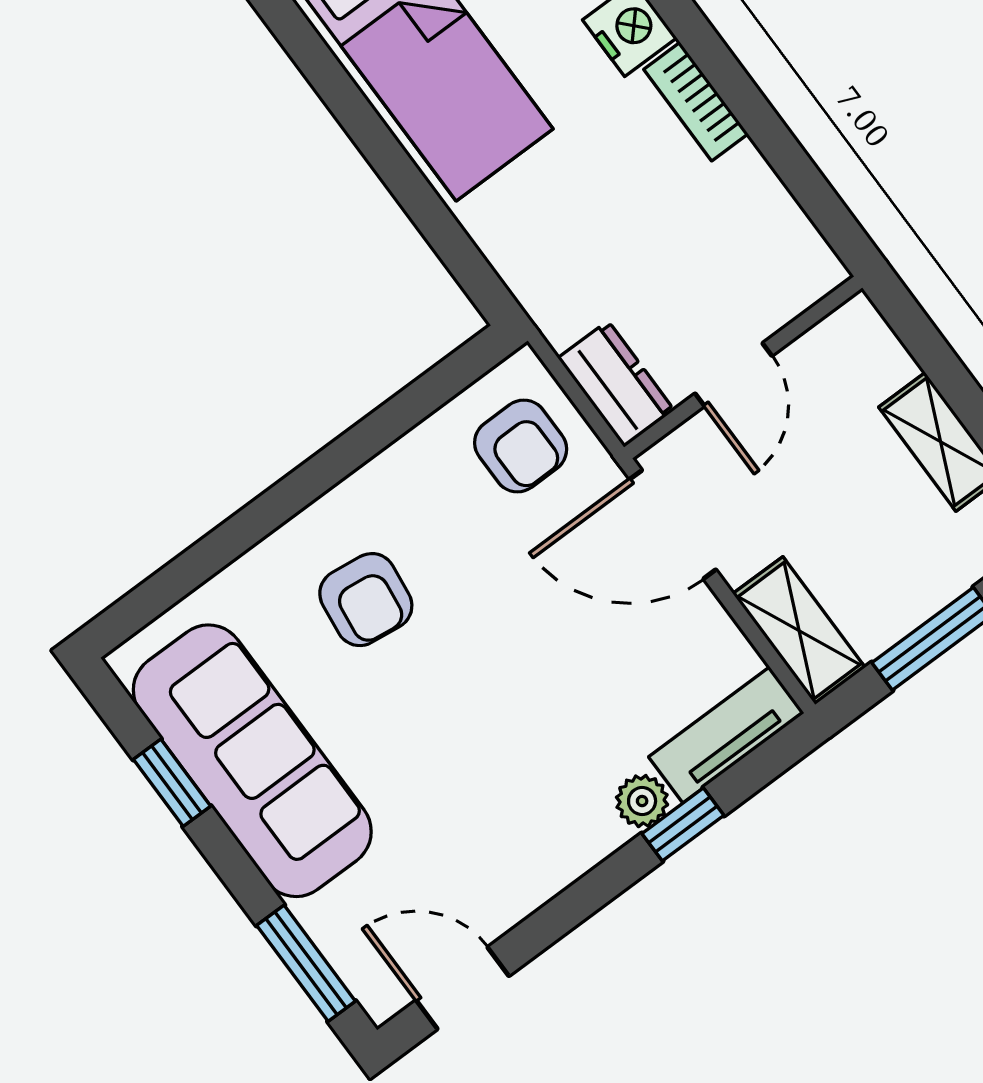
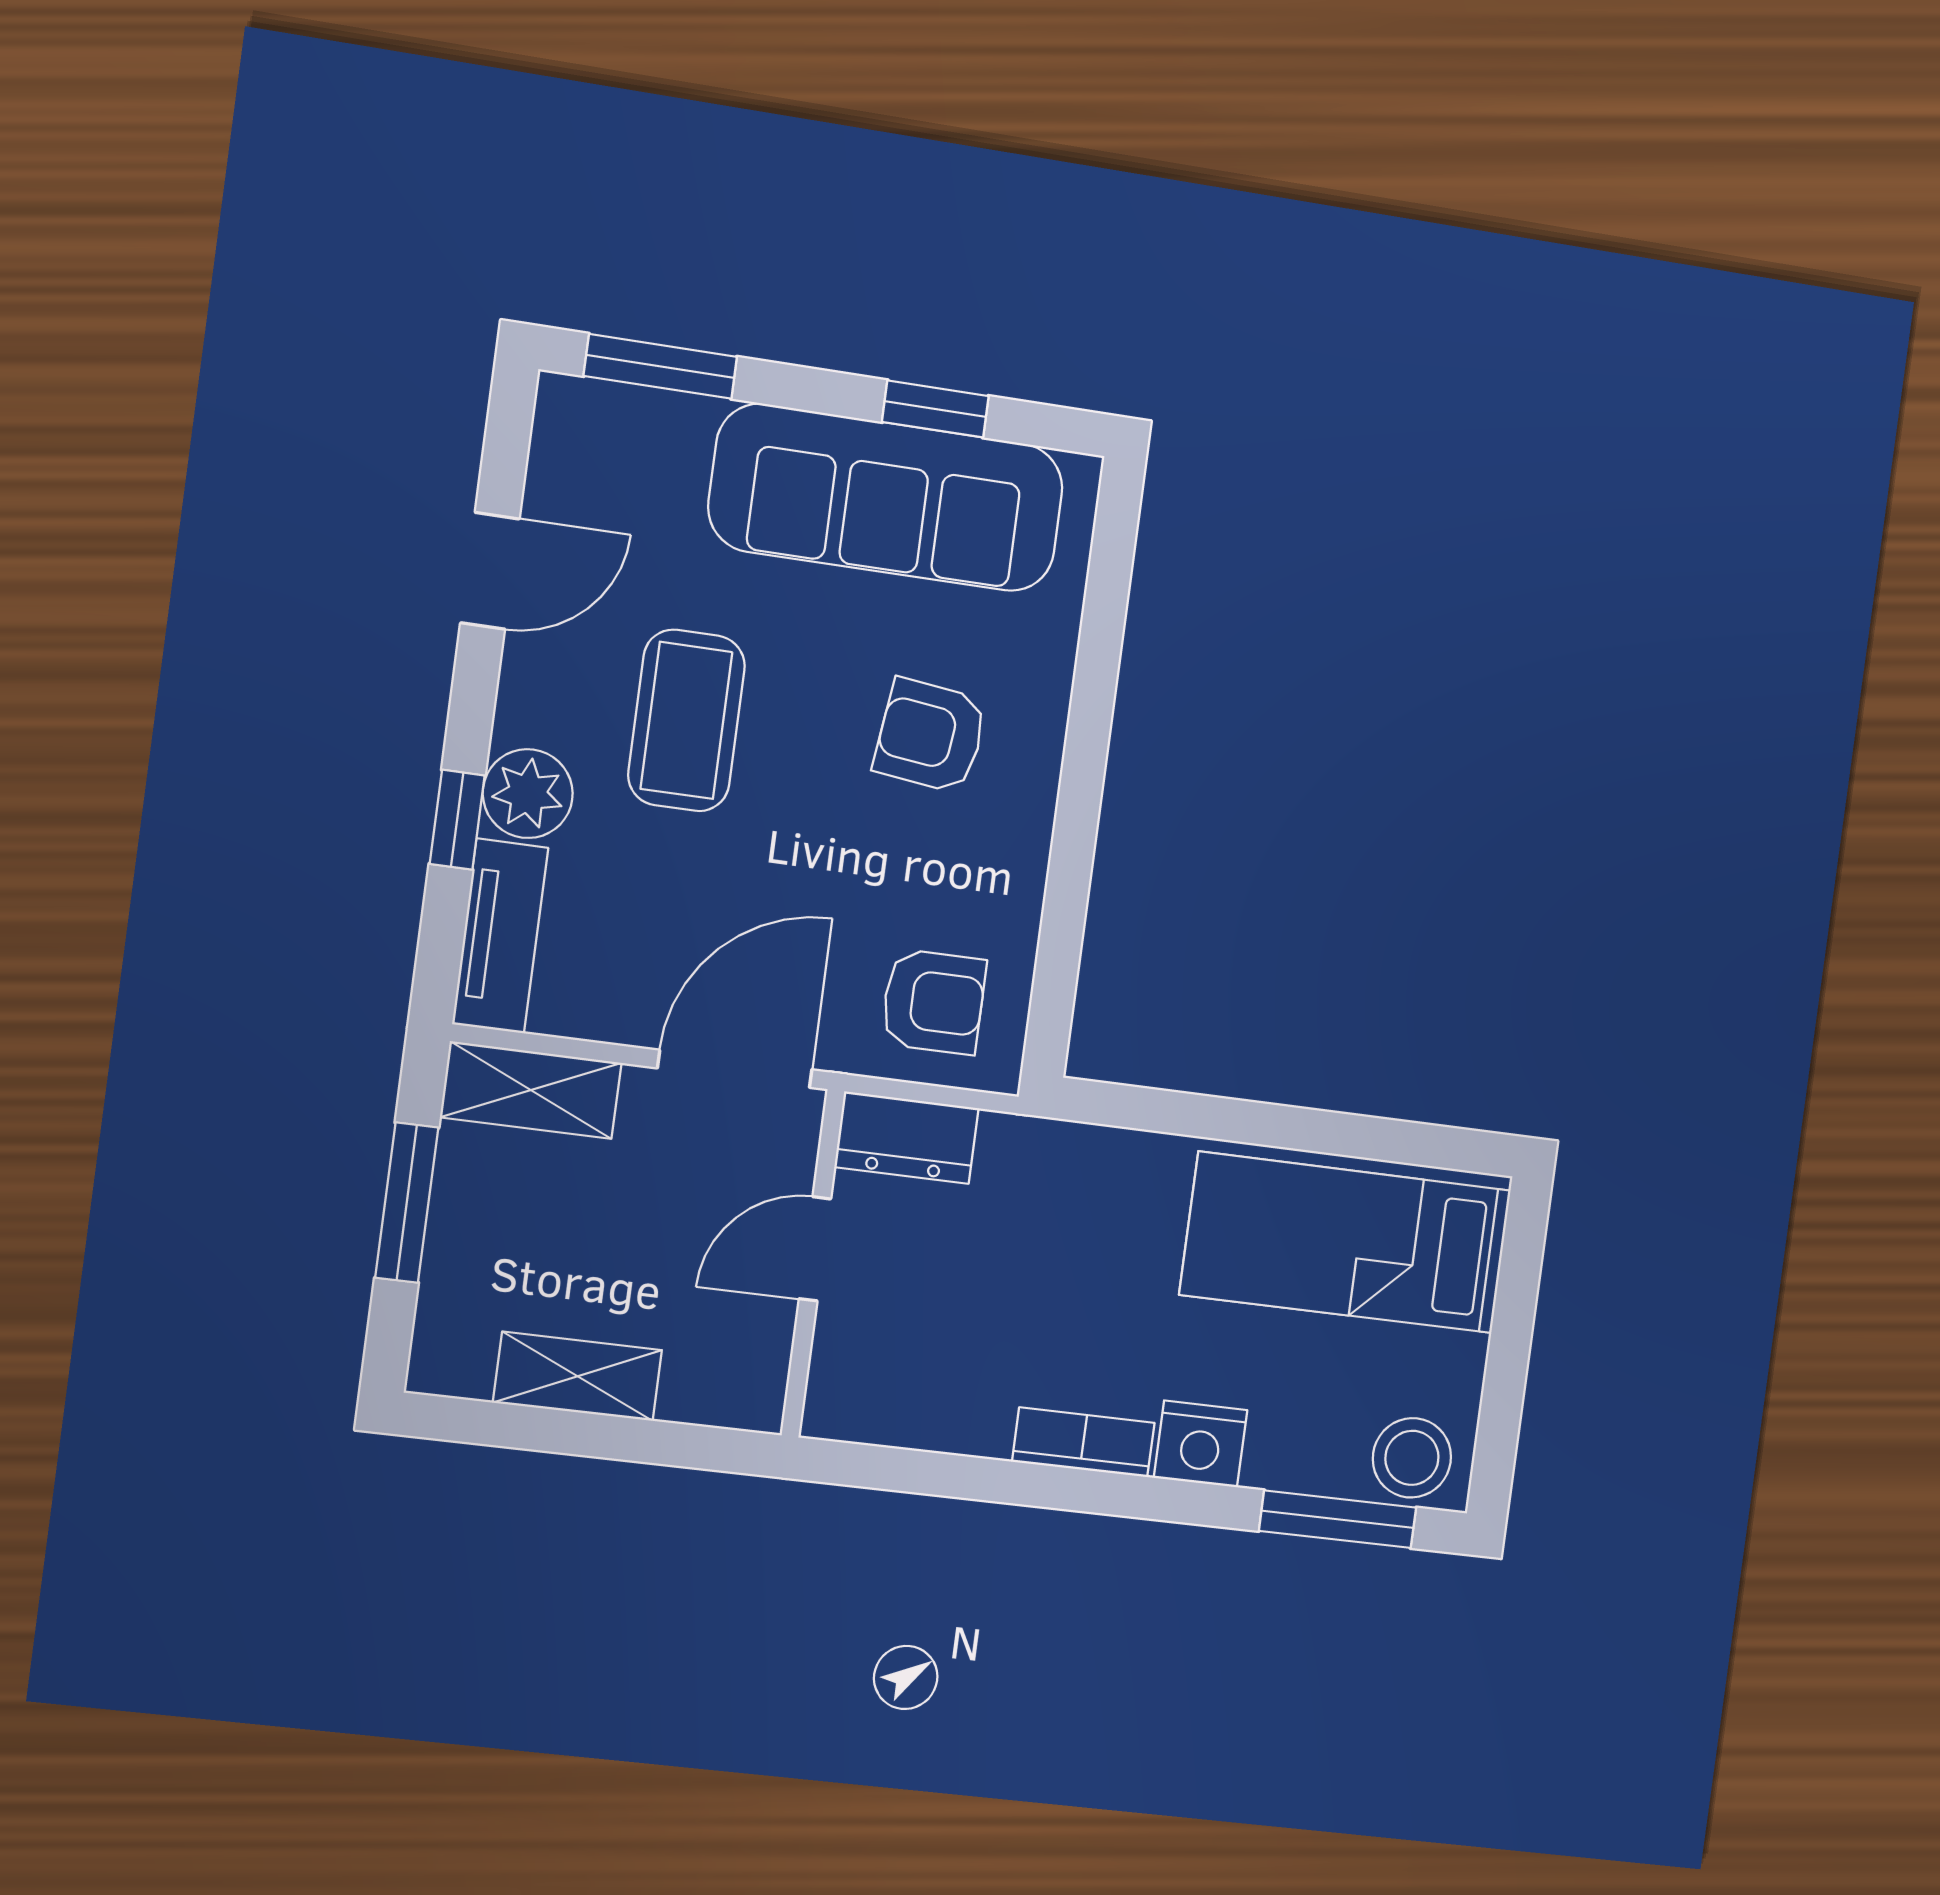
door: (733, 375) -> (815, 1249), hinge flipped
armchair: (521, 446) -> (933, 1002), turned 180
coffee table: (497, 750) -> (686, 720), added
plant: (642, 801) -> (528, 794), width x1.38, depth x1.38
door: (462, 988) -> (490, 571), moved

